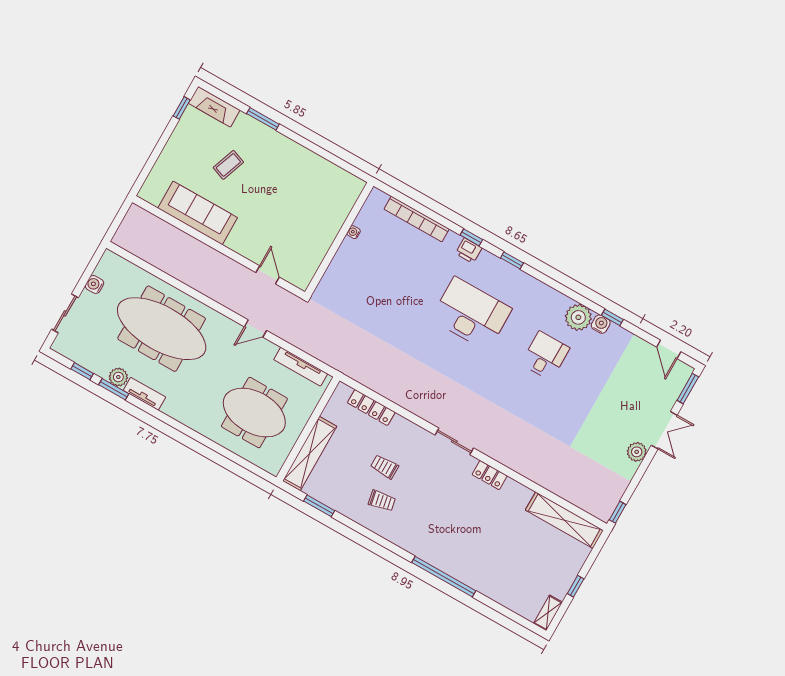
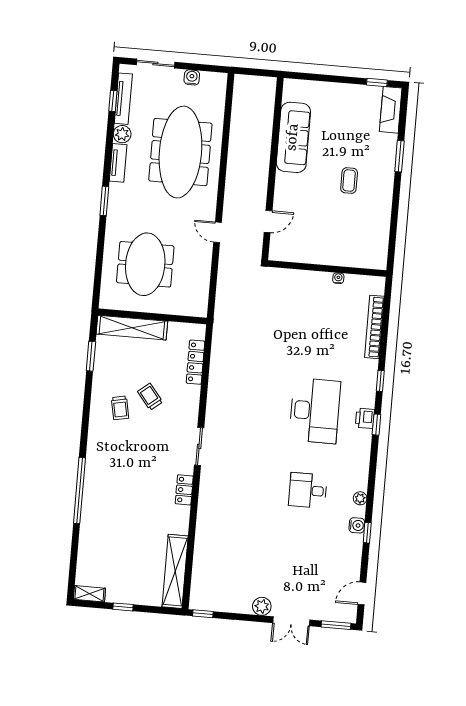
coffee table: (228, 165) -> (349, 181), moved, turned 70
printer: (469, 251) -> (365, 418), moved
plant: (578, 317) -> (360, 498), width x0.53, depth x0.53
desk: (545, 356) -> (308, 490), turned 180
tv unit: (301, 367) -> (123, 99), moved, turned 180
window: (114, 389) -> (104, 201), moved
trolley: (384, 467) -> (150, 397), turned -39

